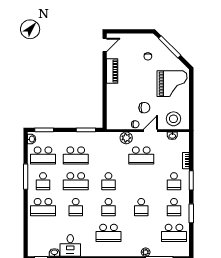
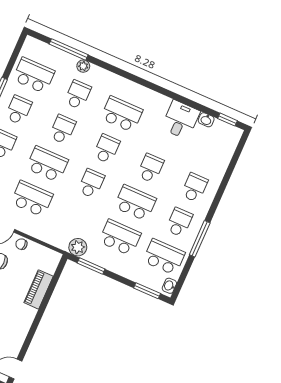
piano: (112, 71) -> (39, 289), moved
plant: (126, 138) -> (78, 247), moved
school desk: (141, 181) -> (47, 164), added
school desk: (43, 207) -> (194, 188), width x0.54
school desk: (141, 233) -> (78, 95), added

